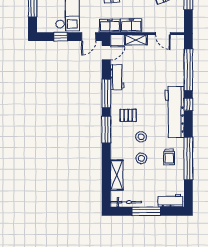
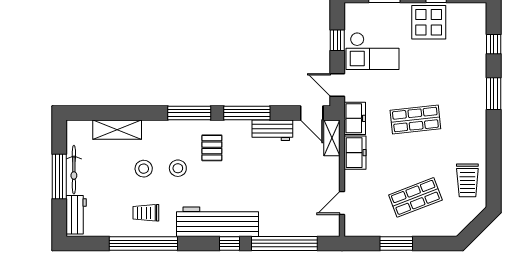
shelving: (136, 40) -> (332, 138), moved
bicycle: (126, 202) -> (74, 170), moved

